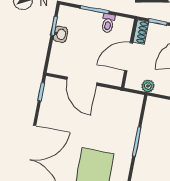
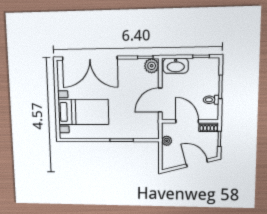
washbasin: (60, 34) -> (176, 66), moved, width x1.91, depth x1.45
door: (82, 81) -> (160, 100), moved
plant: (53, 86) -> (152, 66), added

